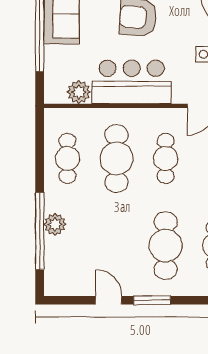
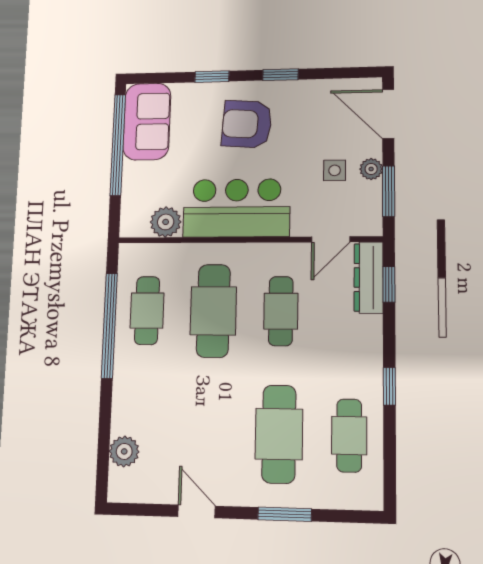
plant: (55, 224) -> (124, 451), moved
window: (40, 231) -> (109, 325), moved
window: (152, 300) -> (285, 514), moved

